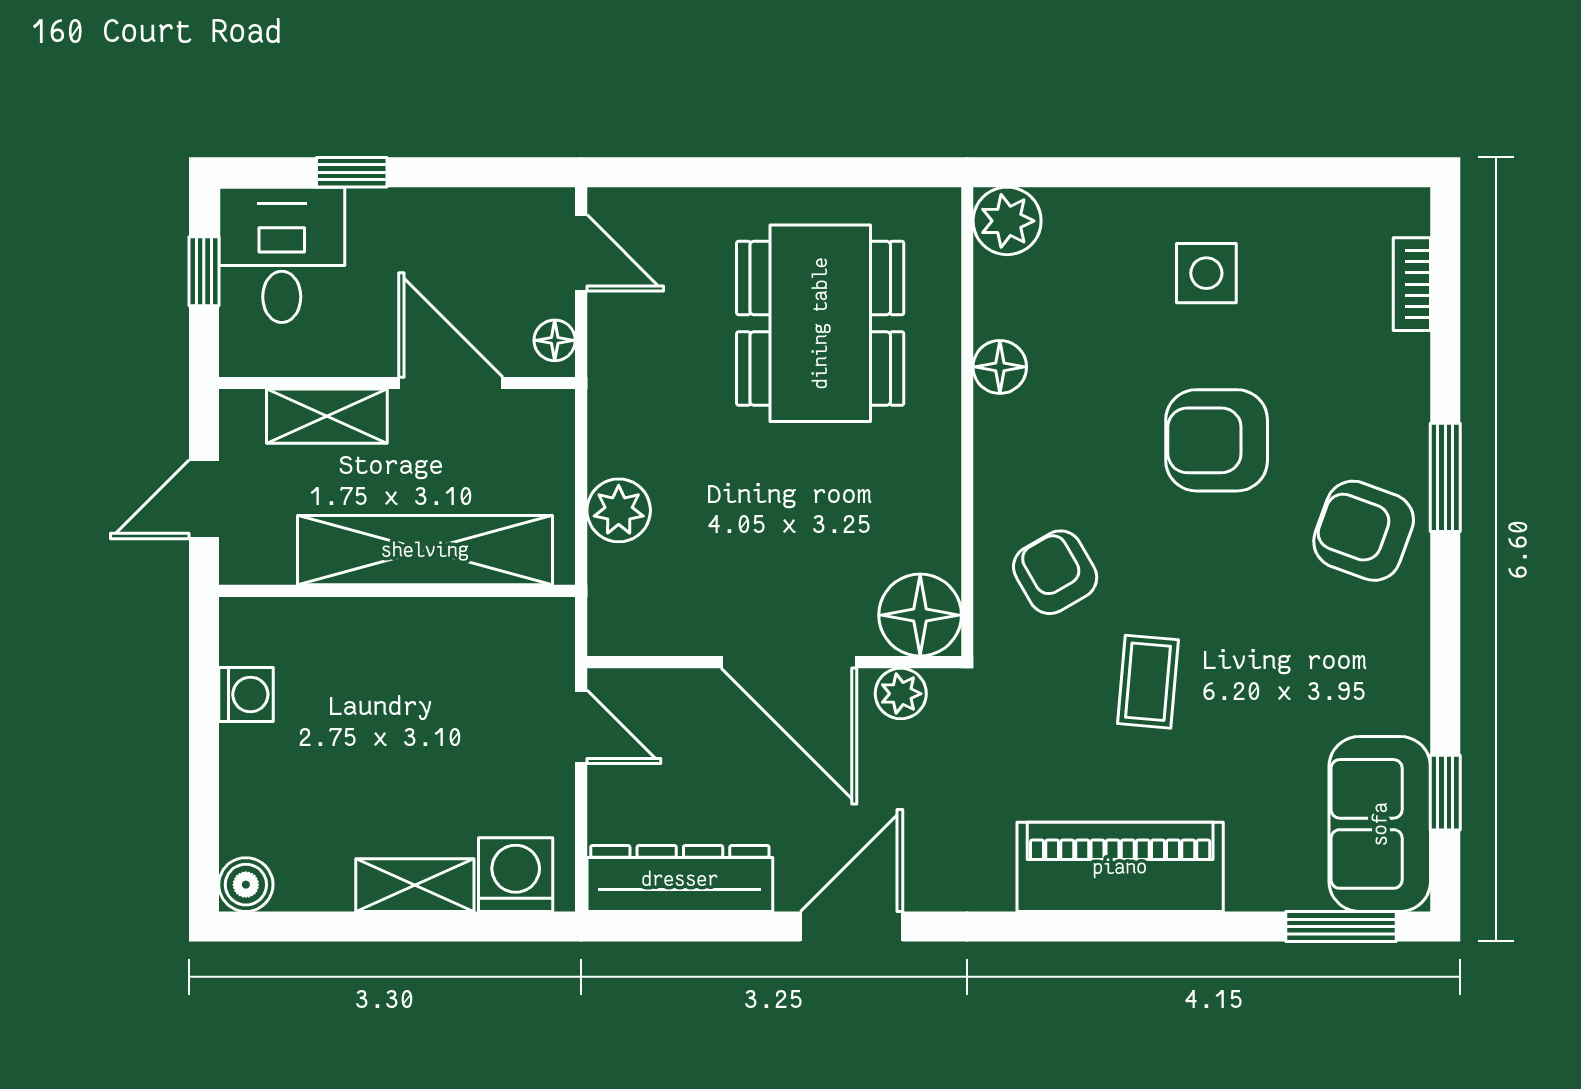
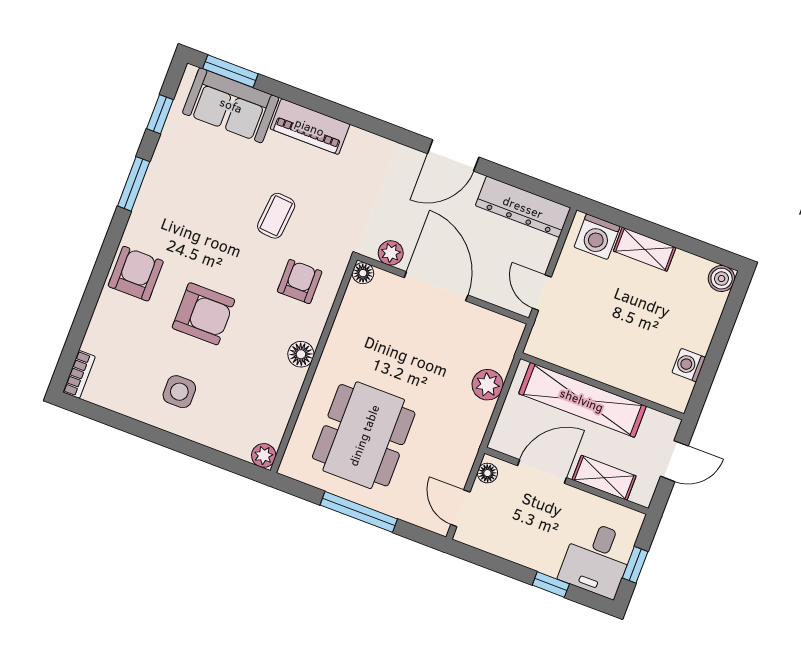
window: (774, 172) -> (359, 512), added
plant: (1007, 221) -> (264, 455), width x0.73, depth x0.73
bookcase: (1412, 284) -> (79, 374), moved
floor lamp: (1000, 367) -> (301, 354), moved
door: (451, 383) -> (542, 472), swing flipped
window: (1445, 477) -> (134, 184), moved
armchair: (1364, 531) -> (136, 274), moved, turned -110
armchair: (1055, 572) -> (300, 282), turned -150
floor lamp: (920, 615) -> (363, 273), width x0.53, depth x0.53
sofa: (1380, 824) -> (231, 105), moved, turned 90
piano: (1120, 867) -> (310, 127), width x0.73, depth x0.75

